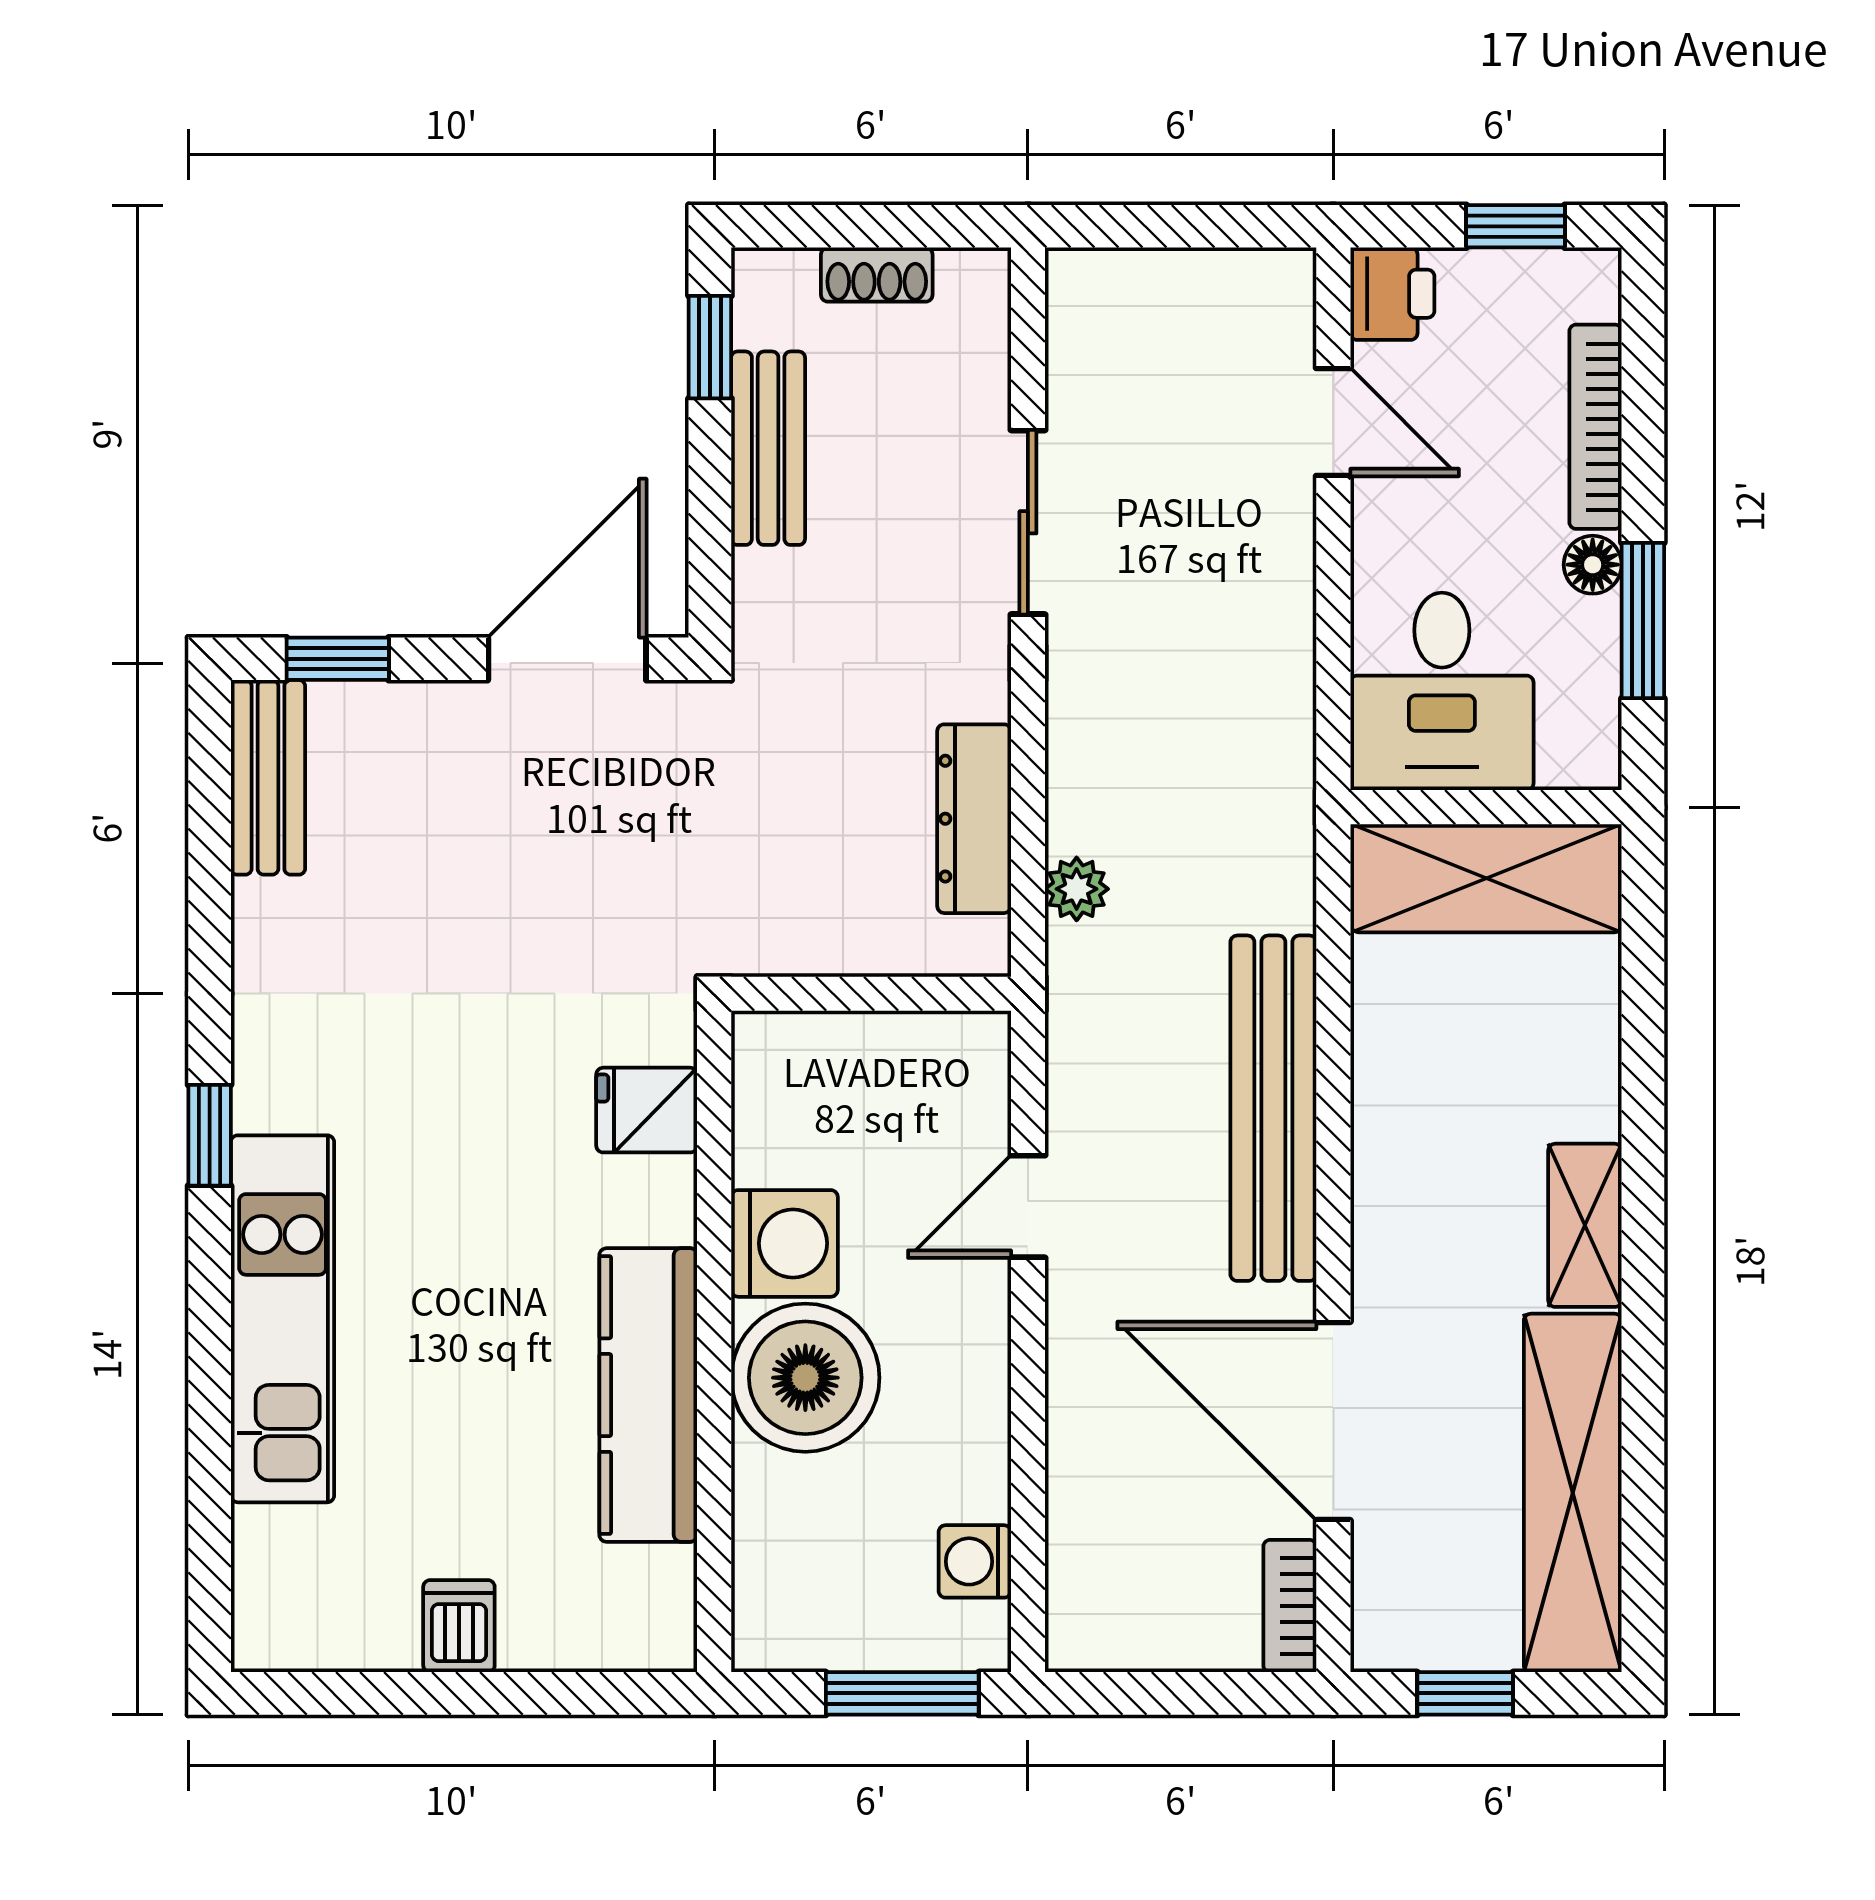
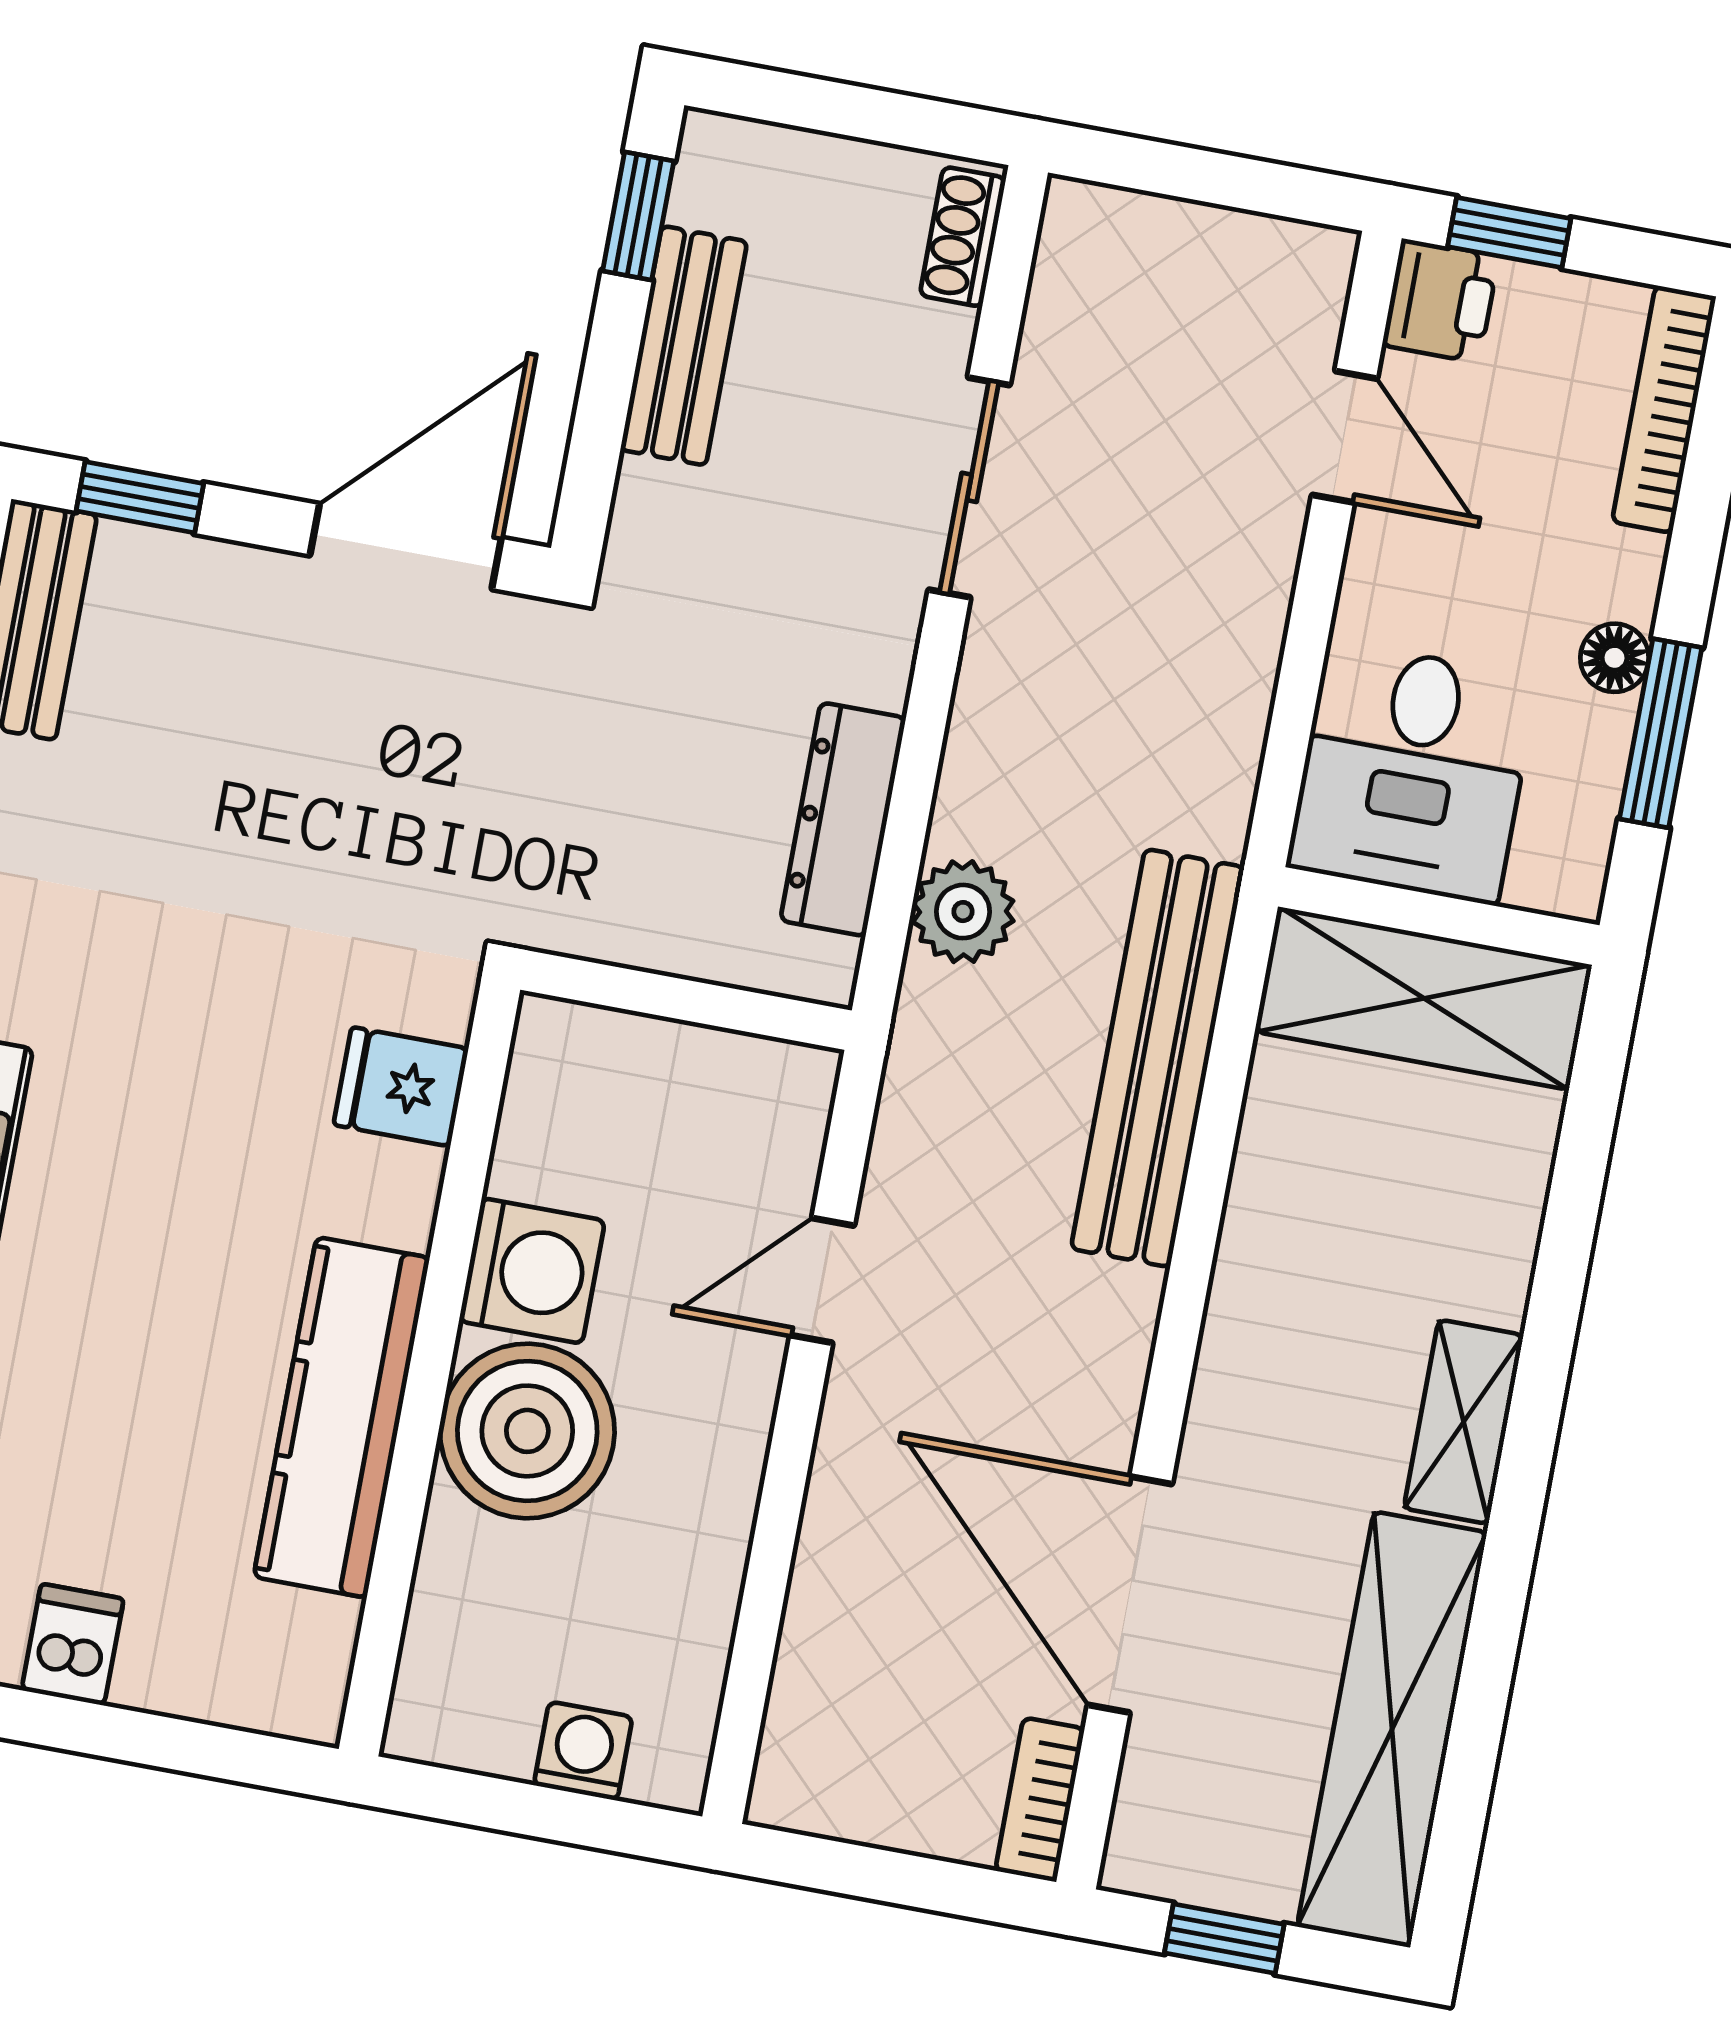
window: (1515, 226) -> (1509, 233), moved
shoe rack: (877, 275) -> (963, 237), moved, turned 90
bookcase: (1595, 427) -> (1664, 409), moved
plant: (1077, 889) -> (963, 912), width x1.38, depth x1.38
bench: (1273, 1108) -> (1158, 1058), moved
washing machine: (975, 1561) -> (583, 1751), moved, turned 90
window: (902, 1693) -> (572, 1818), removed

